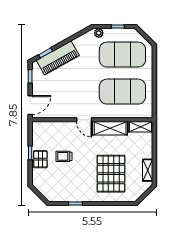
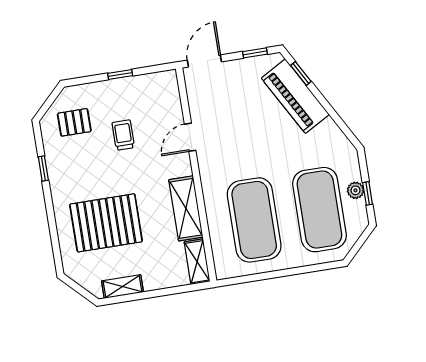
plant: (99, 33) -> (355, 190), moved
door: (30, 105) -> (204, 61), swing flipped
door: (84, 120) -> (190, 137), moved
pallet: (40, 159) -> (74, 122), moved

